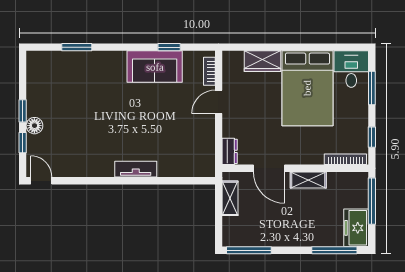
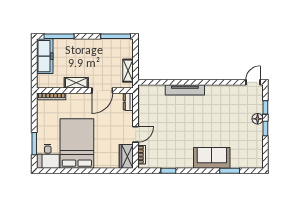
wardrobe: (263, 61) -> (126, 156), moved, turned -90
sofa: (155, 67) -> (212, 158), moved
window: (372, 137) -> (34, 111), removed
door: (269, 168) -> (102, 90), swing flipped
tv unit: (136, 169) -> (185, 90), width x1.41
door: (41, 181) -> (253, 82), swing flipped
window: (372, 201) -> (34, 69), removed
freezer: (356, 228) -> (45, 56), width x1.40

